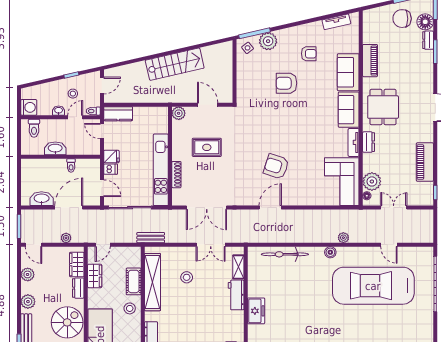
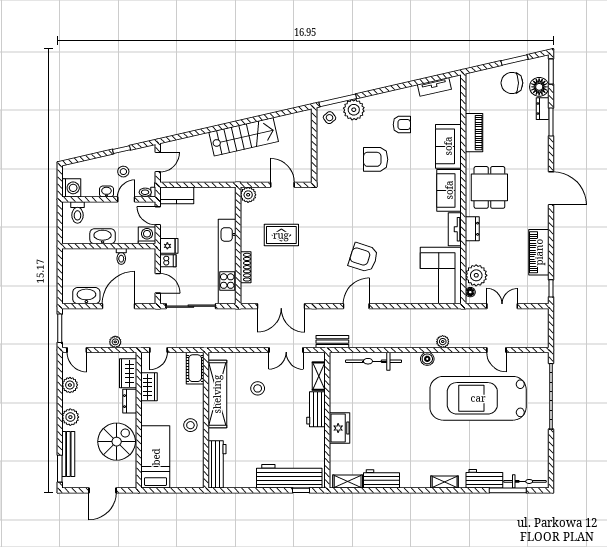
washing machine: (93, 148) -> (147, 235), added
bench: (151, 238) -> (332, 342), moved
cot: (134, 281) -> (195, 368), moved

